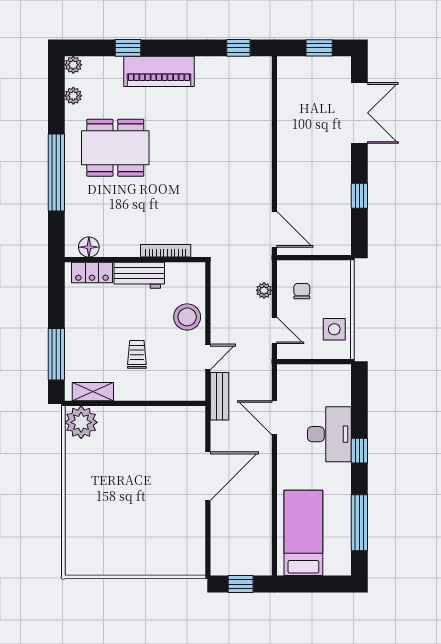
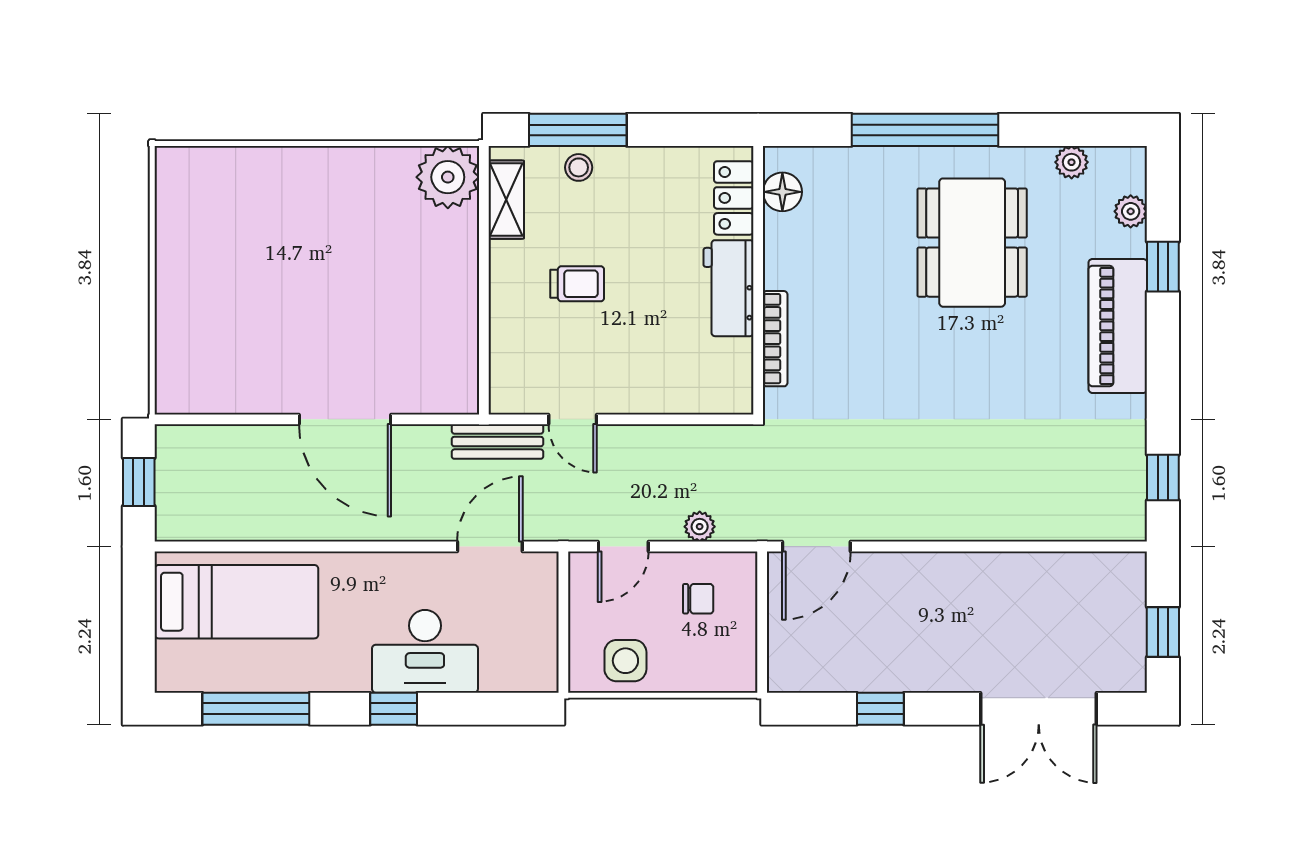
plant: (73, 65) -> (1131, 211), moved
stool: (187, 317) -> (579, 167), moved, width x0.53, depth x0.53
door: (274, 418) -> (490, 547), moved

